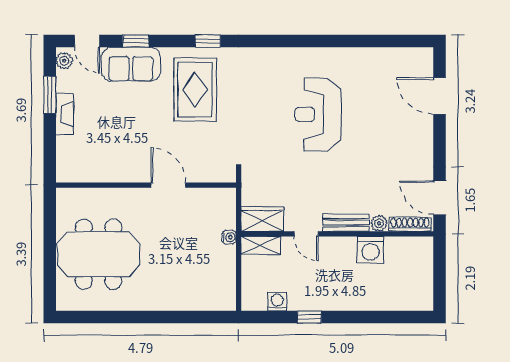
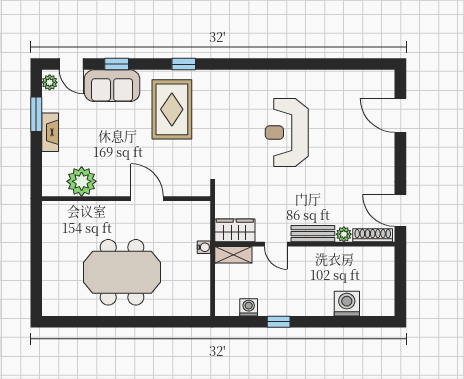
plant: (98, 167) -> (82, 181), added
washing machine: (370, 250) -> (347, 304), moved, turned 180
meeting table: (99, 254) -> (122, 272), moved

